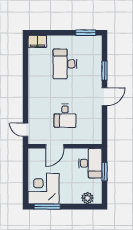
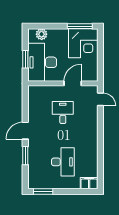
desk: (90, 163) -> (42, 62), width x1.36, depth x1.30

